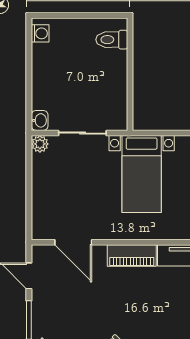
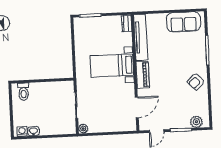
washbasin: (40, 120) -> (33, 131), moved
bed with nightstands: (142, 174) -> (112, 66), moved, turned 180

